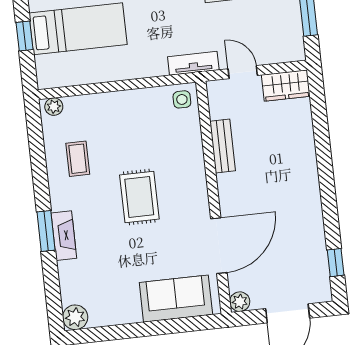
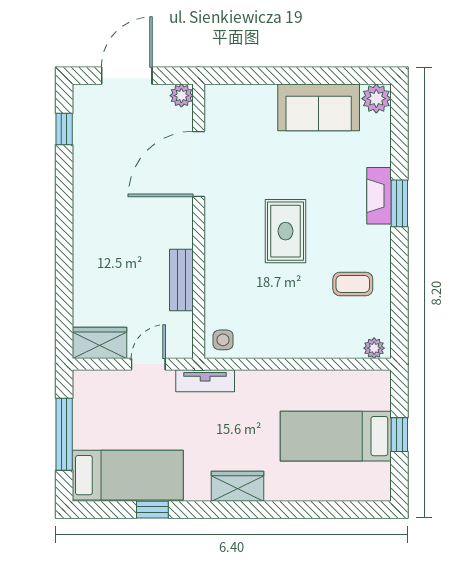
door: (243, 72) -> (148, 364), swing flipped
coffee table: (78, 159) -> (353, 284), turned 90
sofa: (176, 299) -> (319, 107), moved

